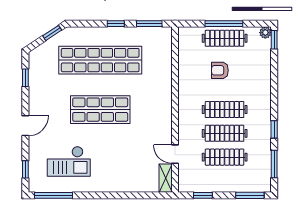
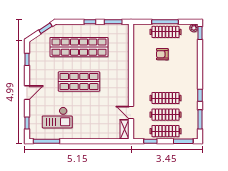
clothes rail: (225, 110) -> (166, 131), moved

